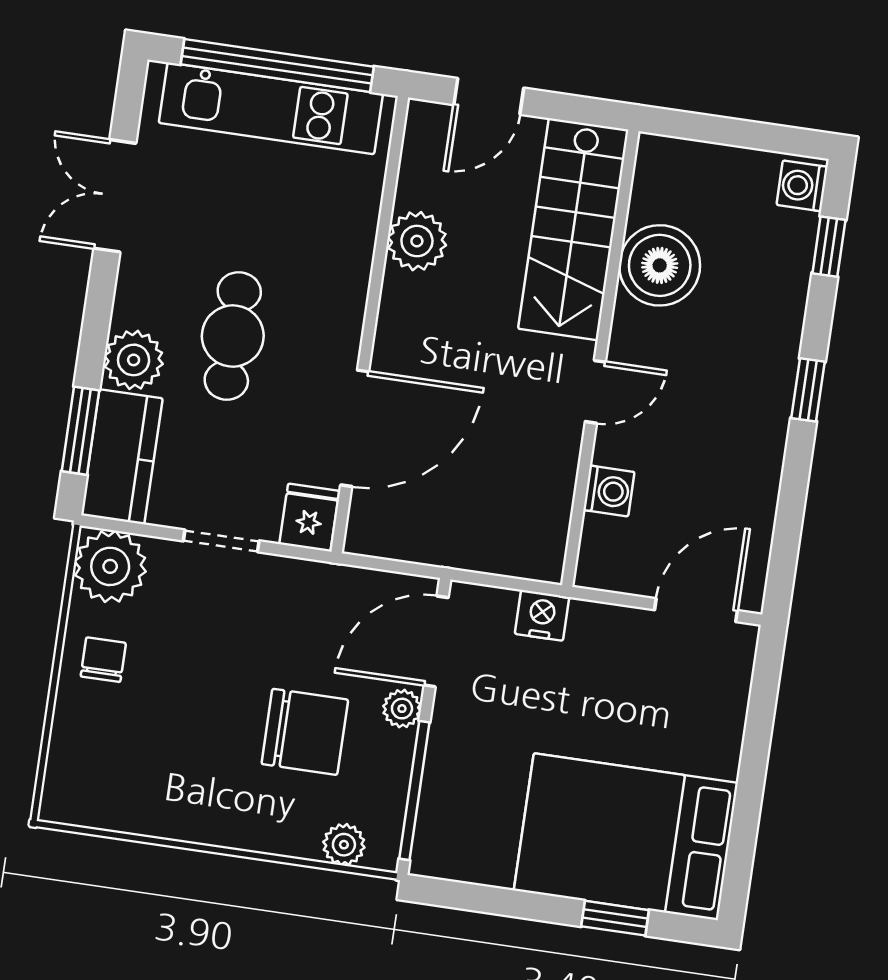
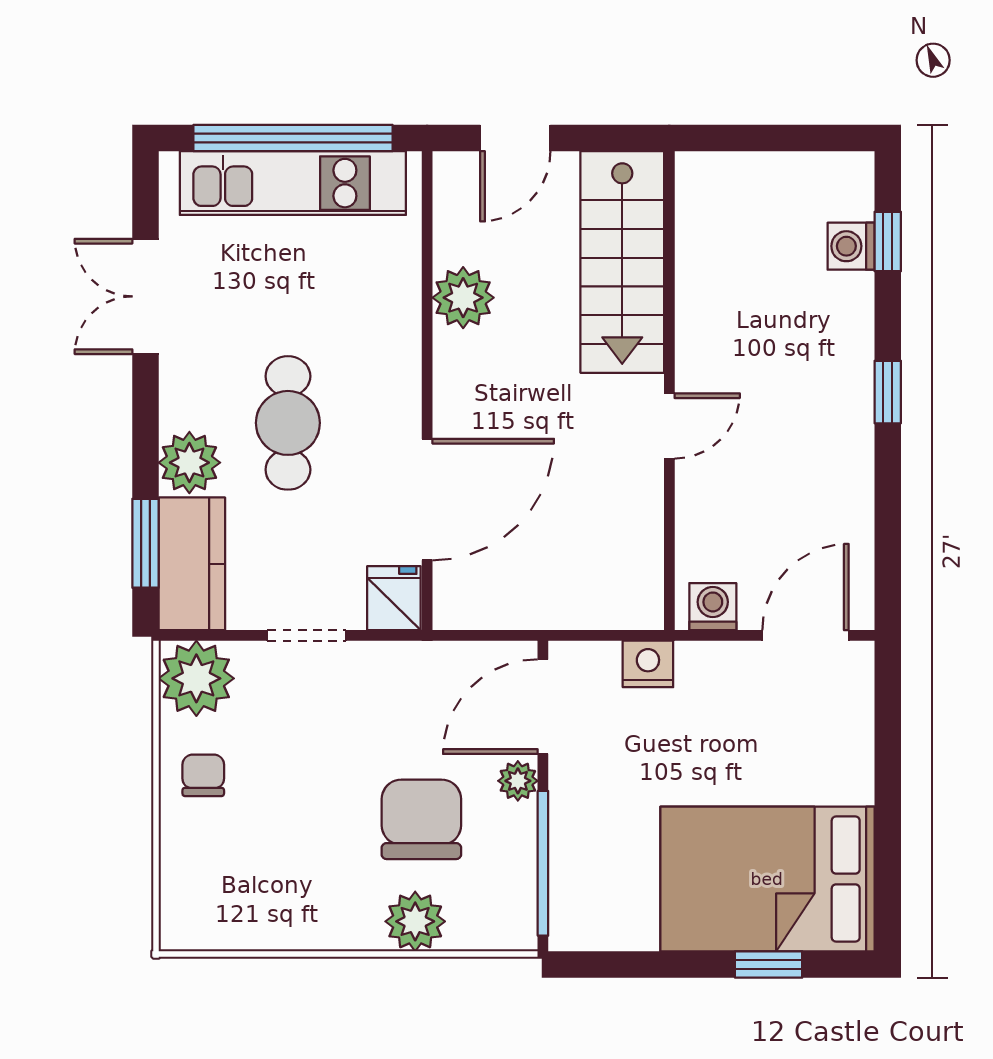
washing machine: (802, 186) -> (851, 246), moved
boiler: (660, 265) -> (716, 286), removed
washing machine: (609, 491) -> (713, 607), moved, turned -90
chair: (305, 732) -> (421, 819), turned -90
plant: (344, 845) -> (415, 921), moved, width x1.38, depth x1.38

